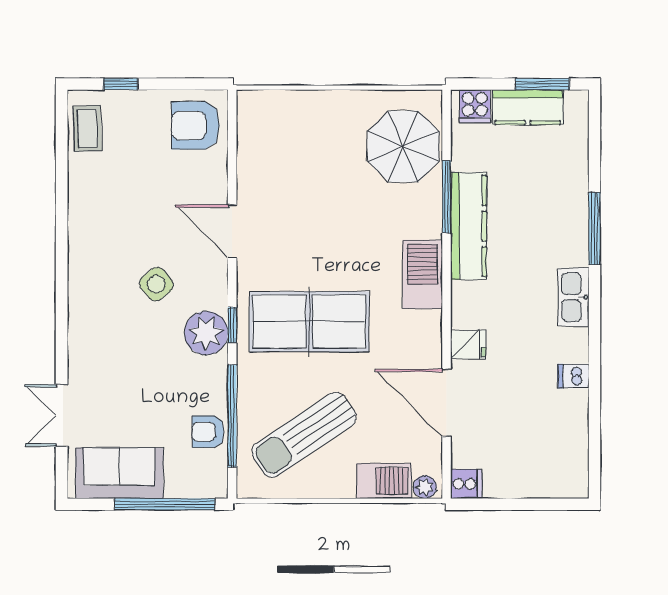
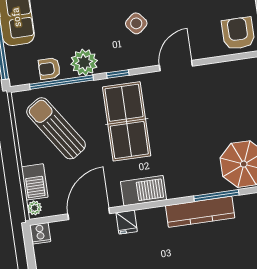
barbecue: (422, 274) -> (144, 191), moved
plant: (206, 333) -> (84, 62), moved
armchair: (208, 432) -> (49, 69), turned -90

